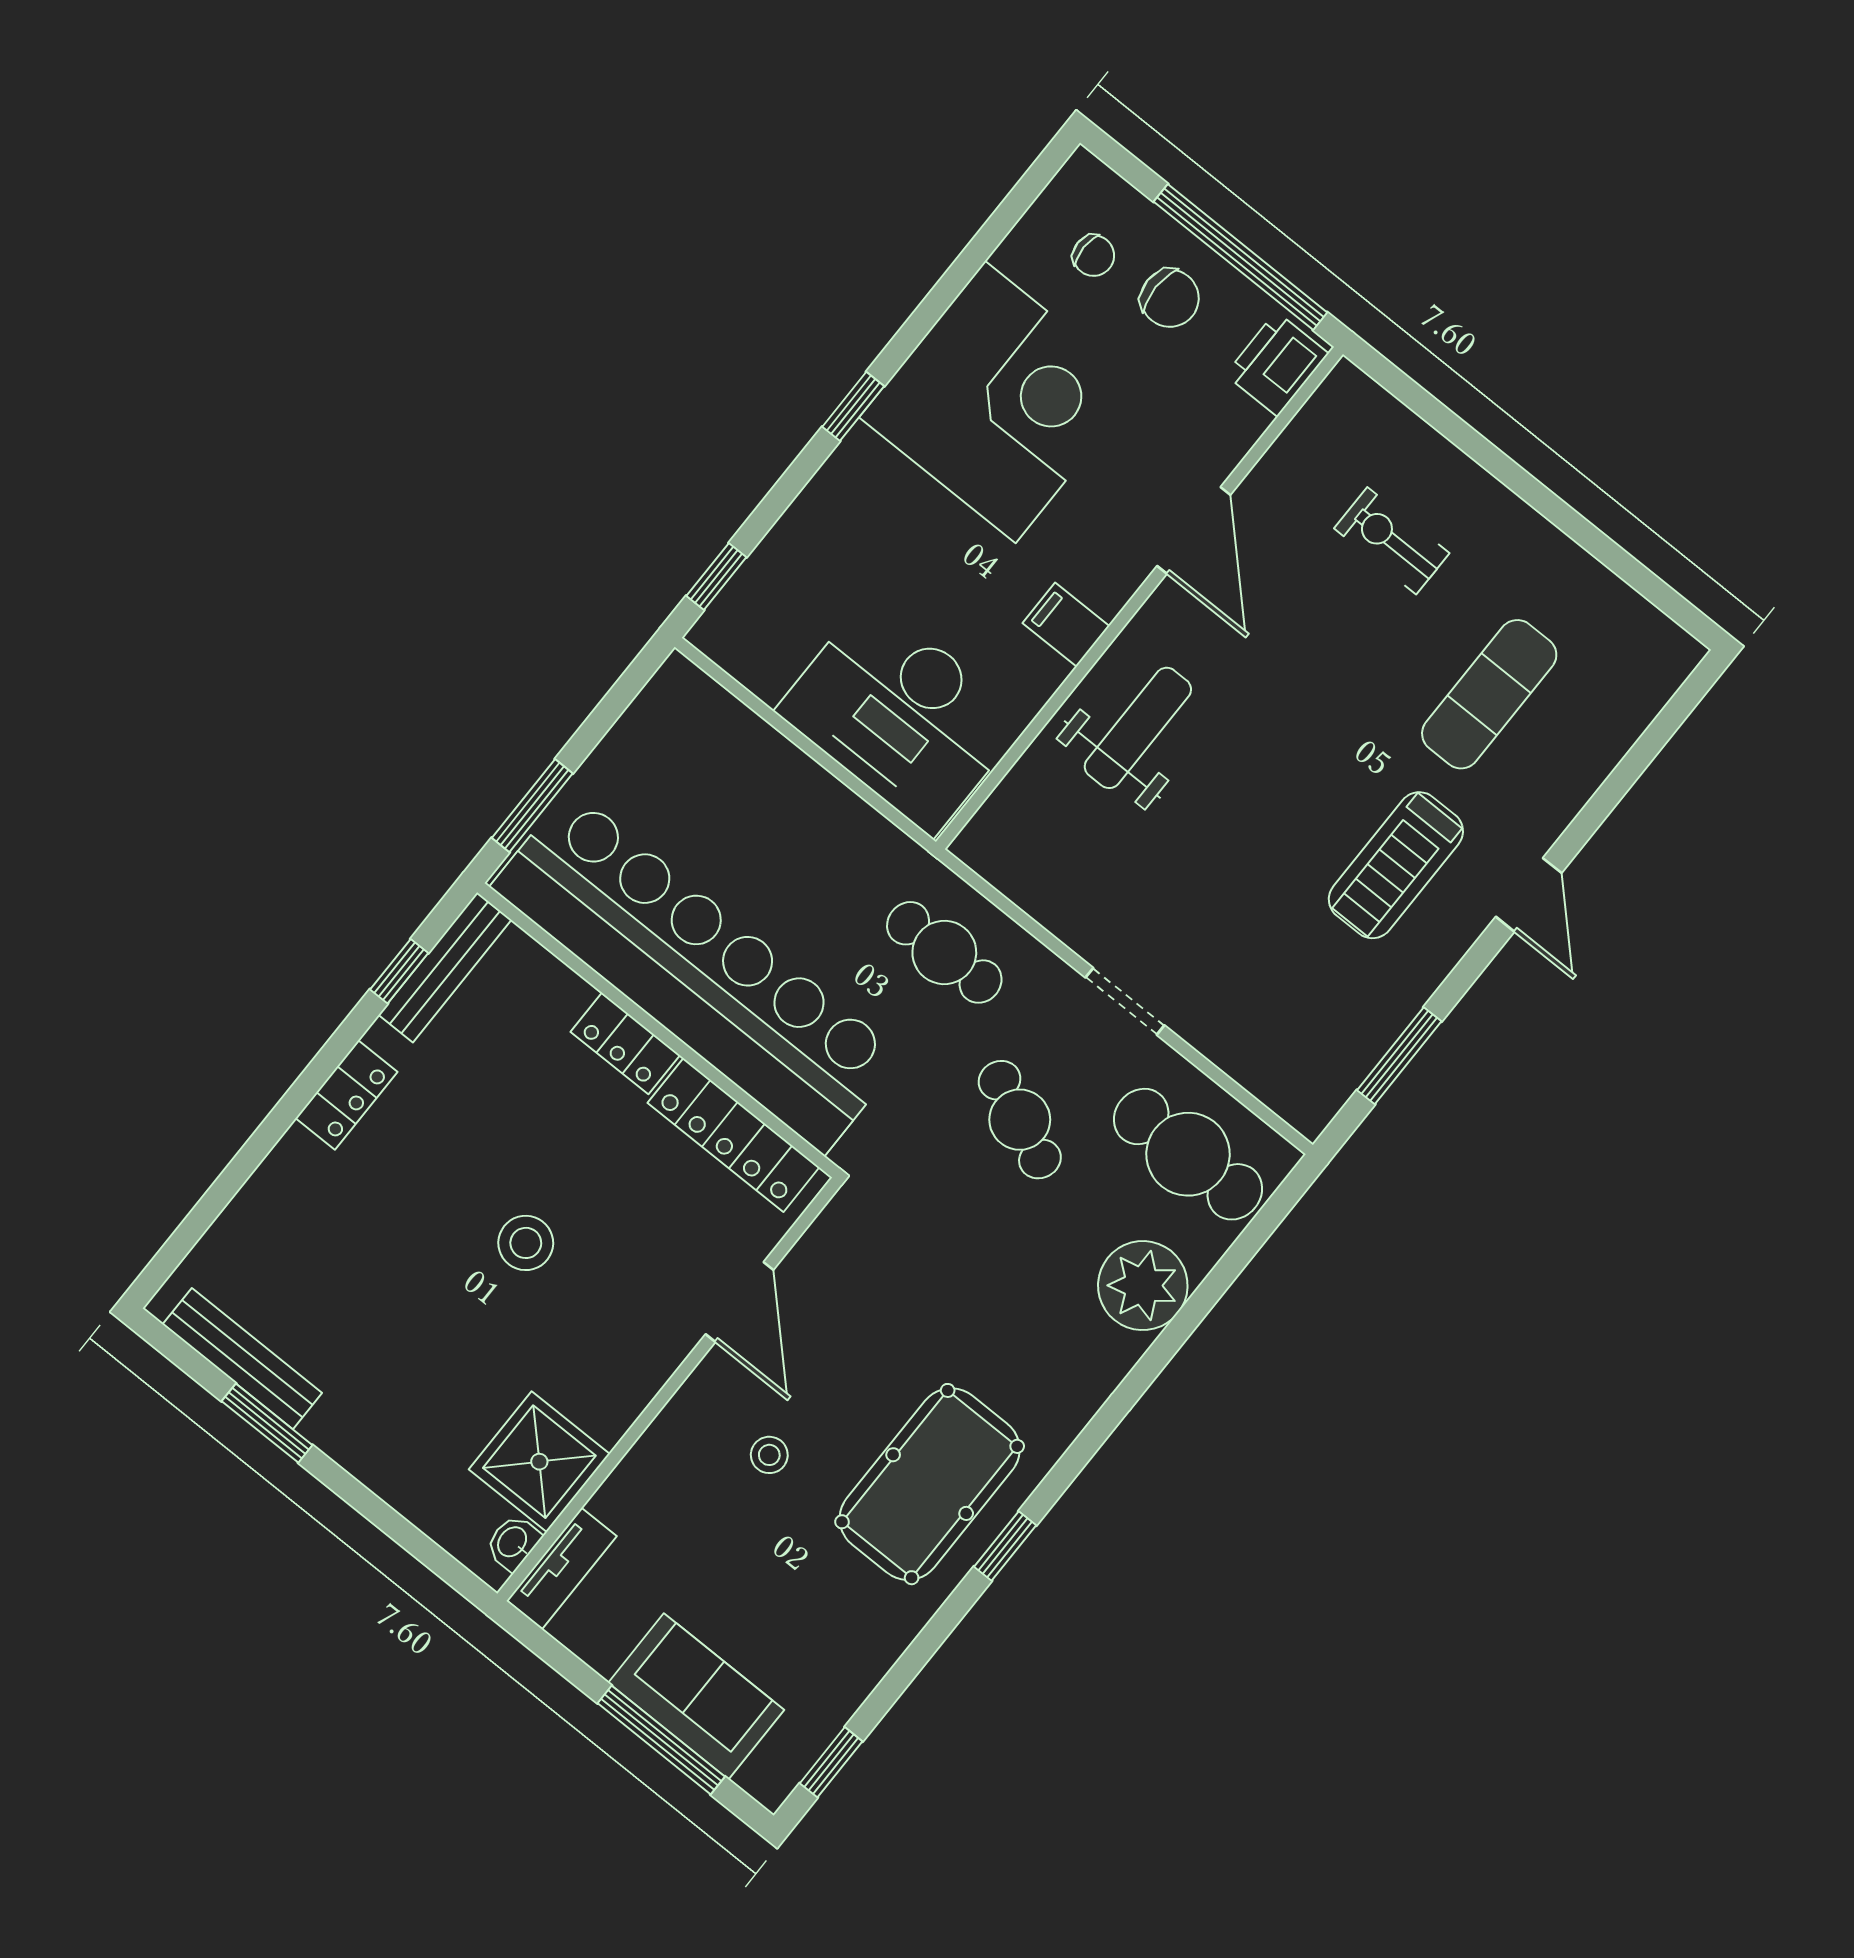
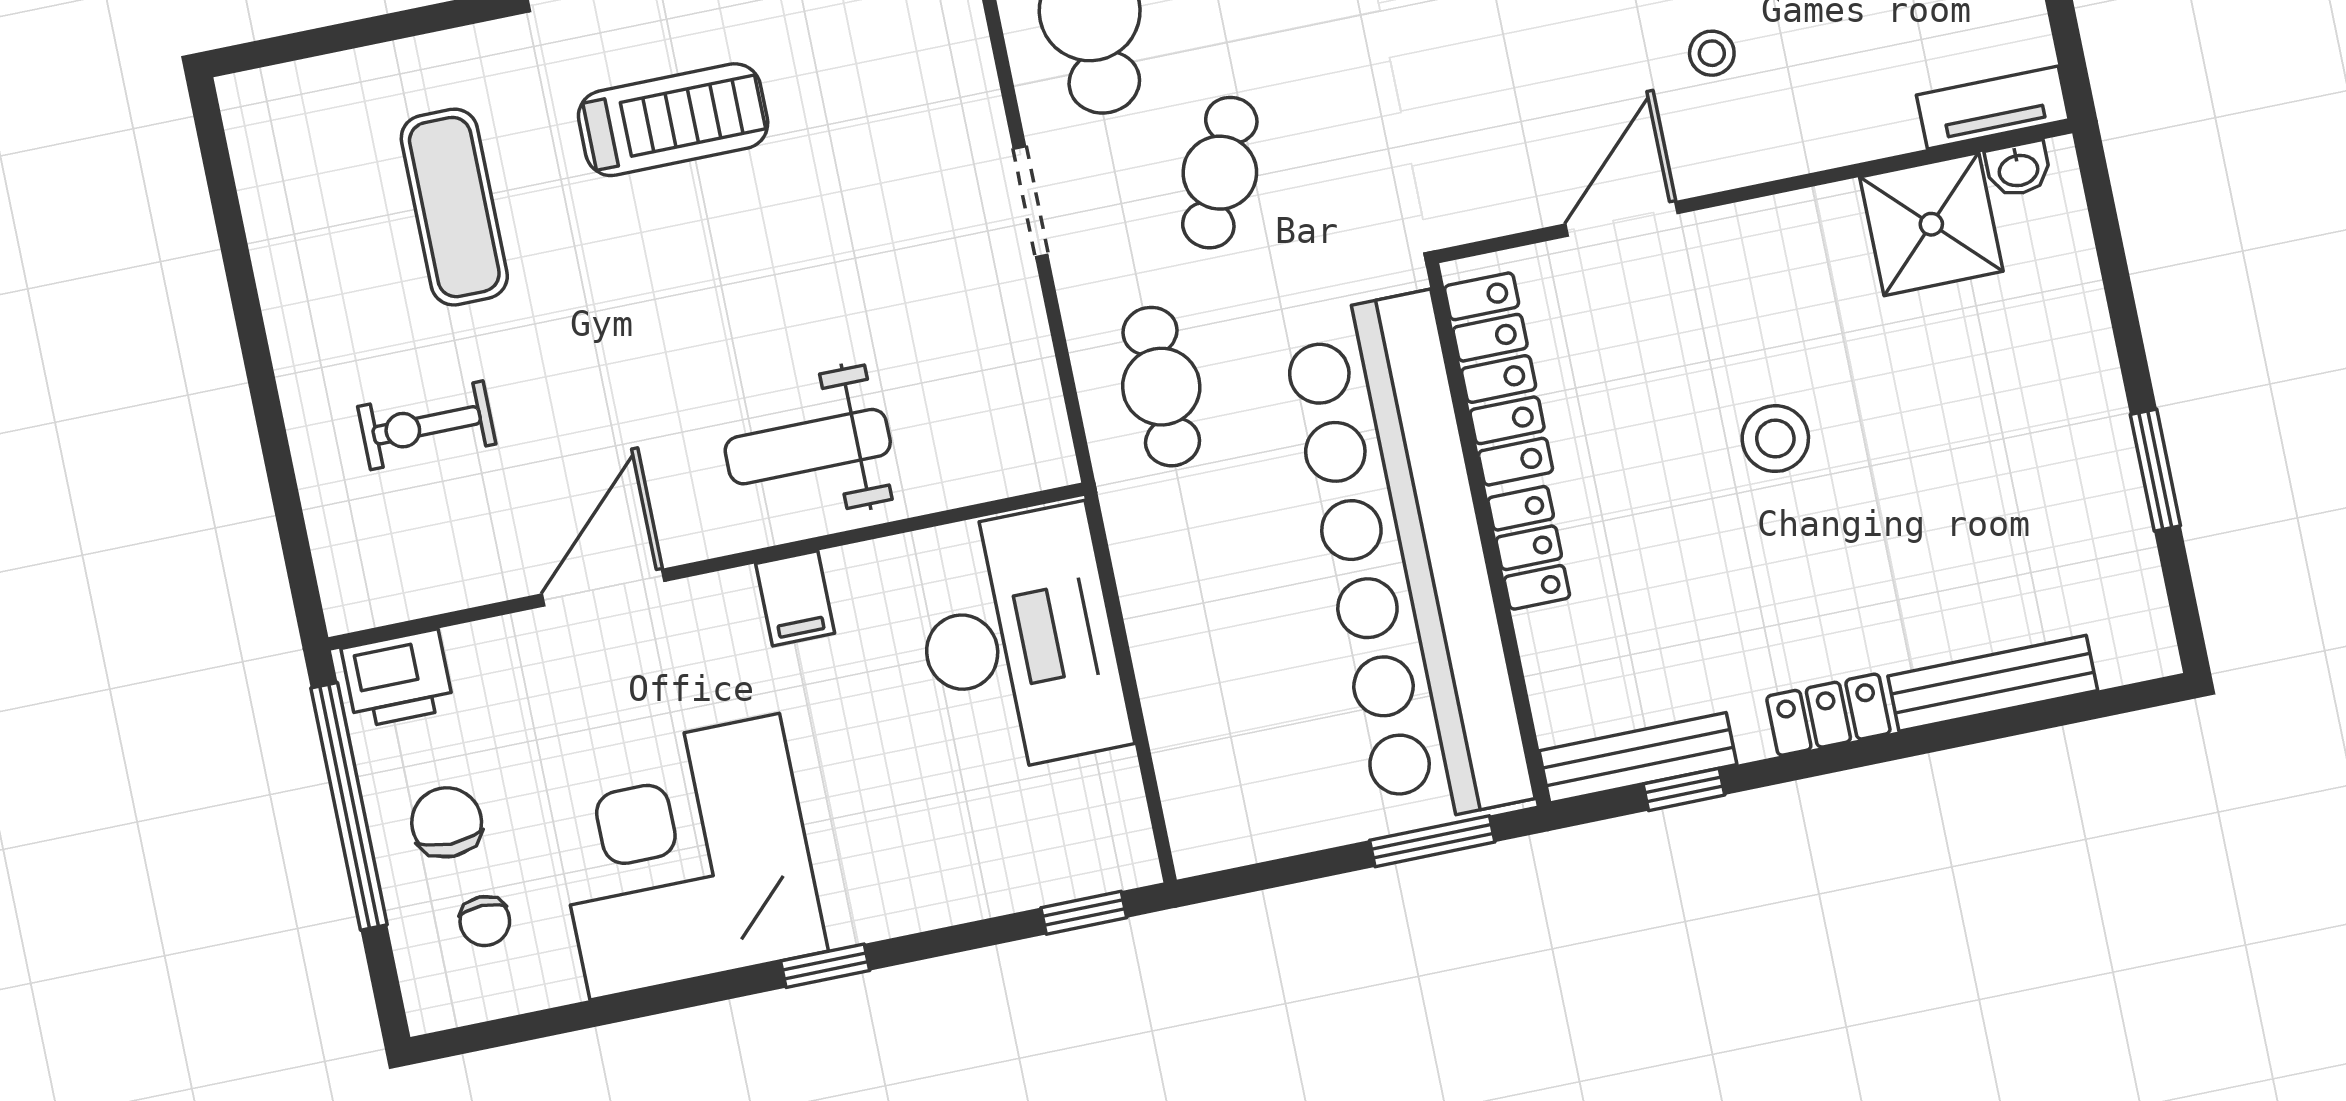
chair: (1094, 256) -> (485, 921), turned 180
exercise bike: (1392, 541) -> (427, 425), turned 90
exercise mat: (1489, 694) -> (454, 207), turned 90
bench: (242, 1359) -> (1993, 683), moved, turned 90

